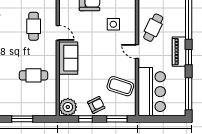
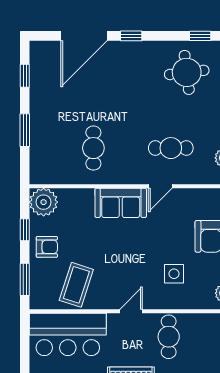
cafe table: (153, 28) -> (169, 337), turned 64
armchair: (96, 105) -> (47, 247), turned -64

